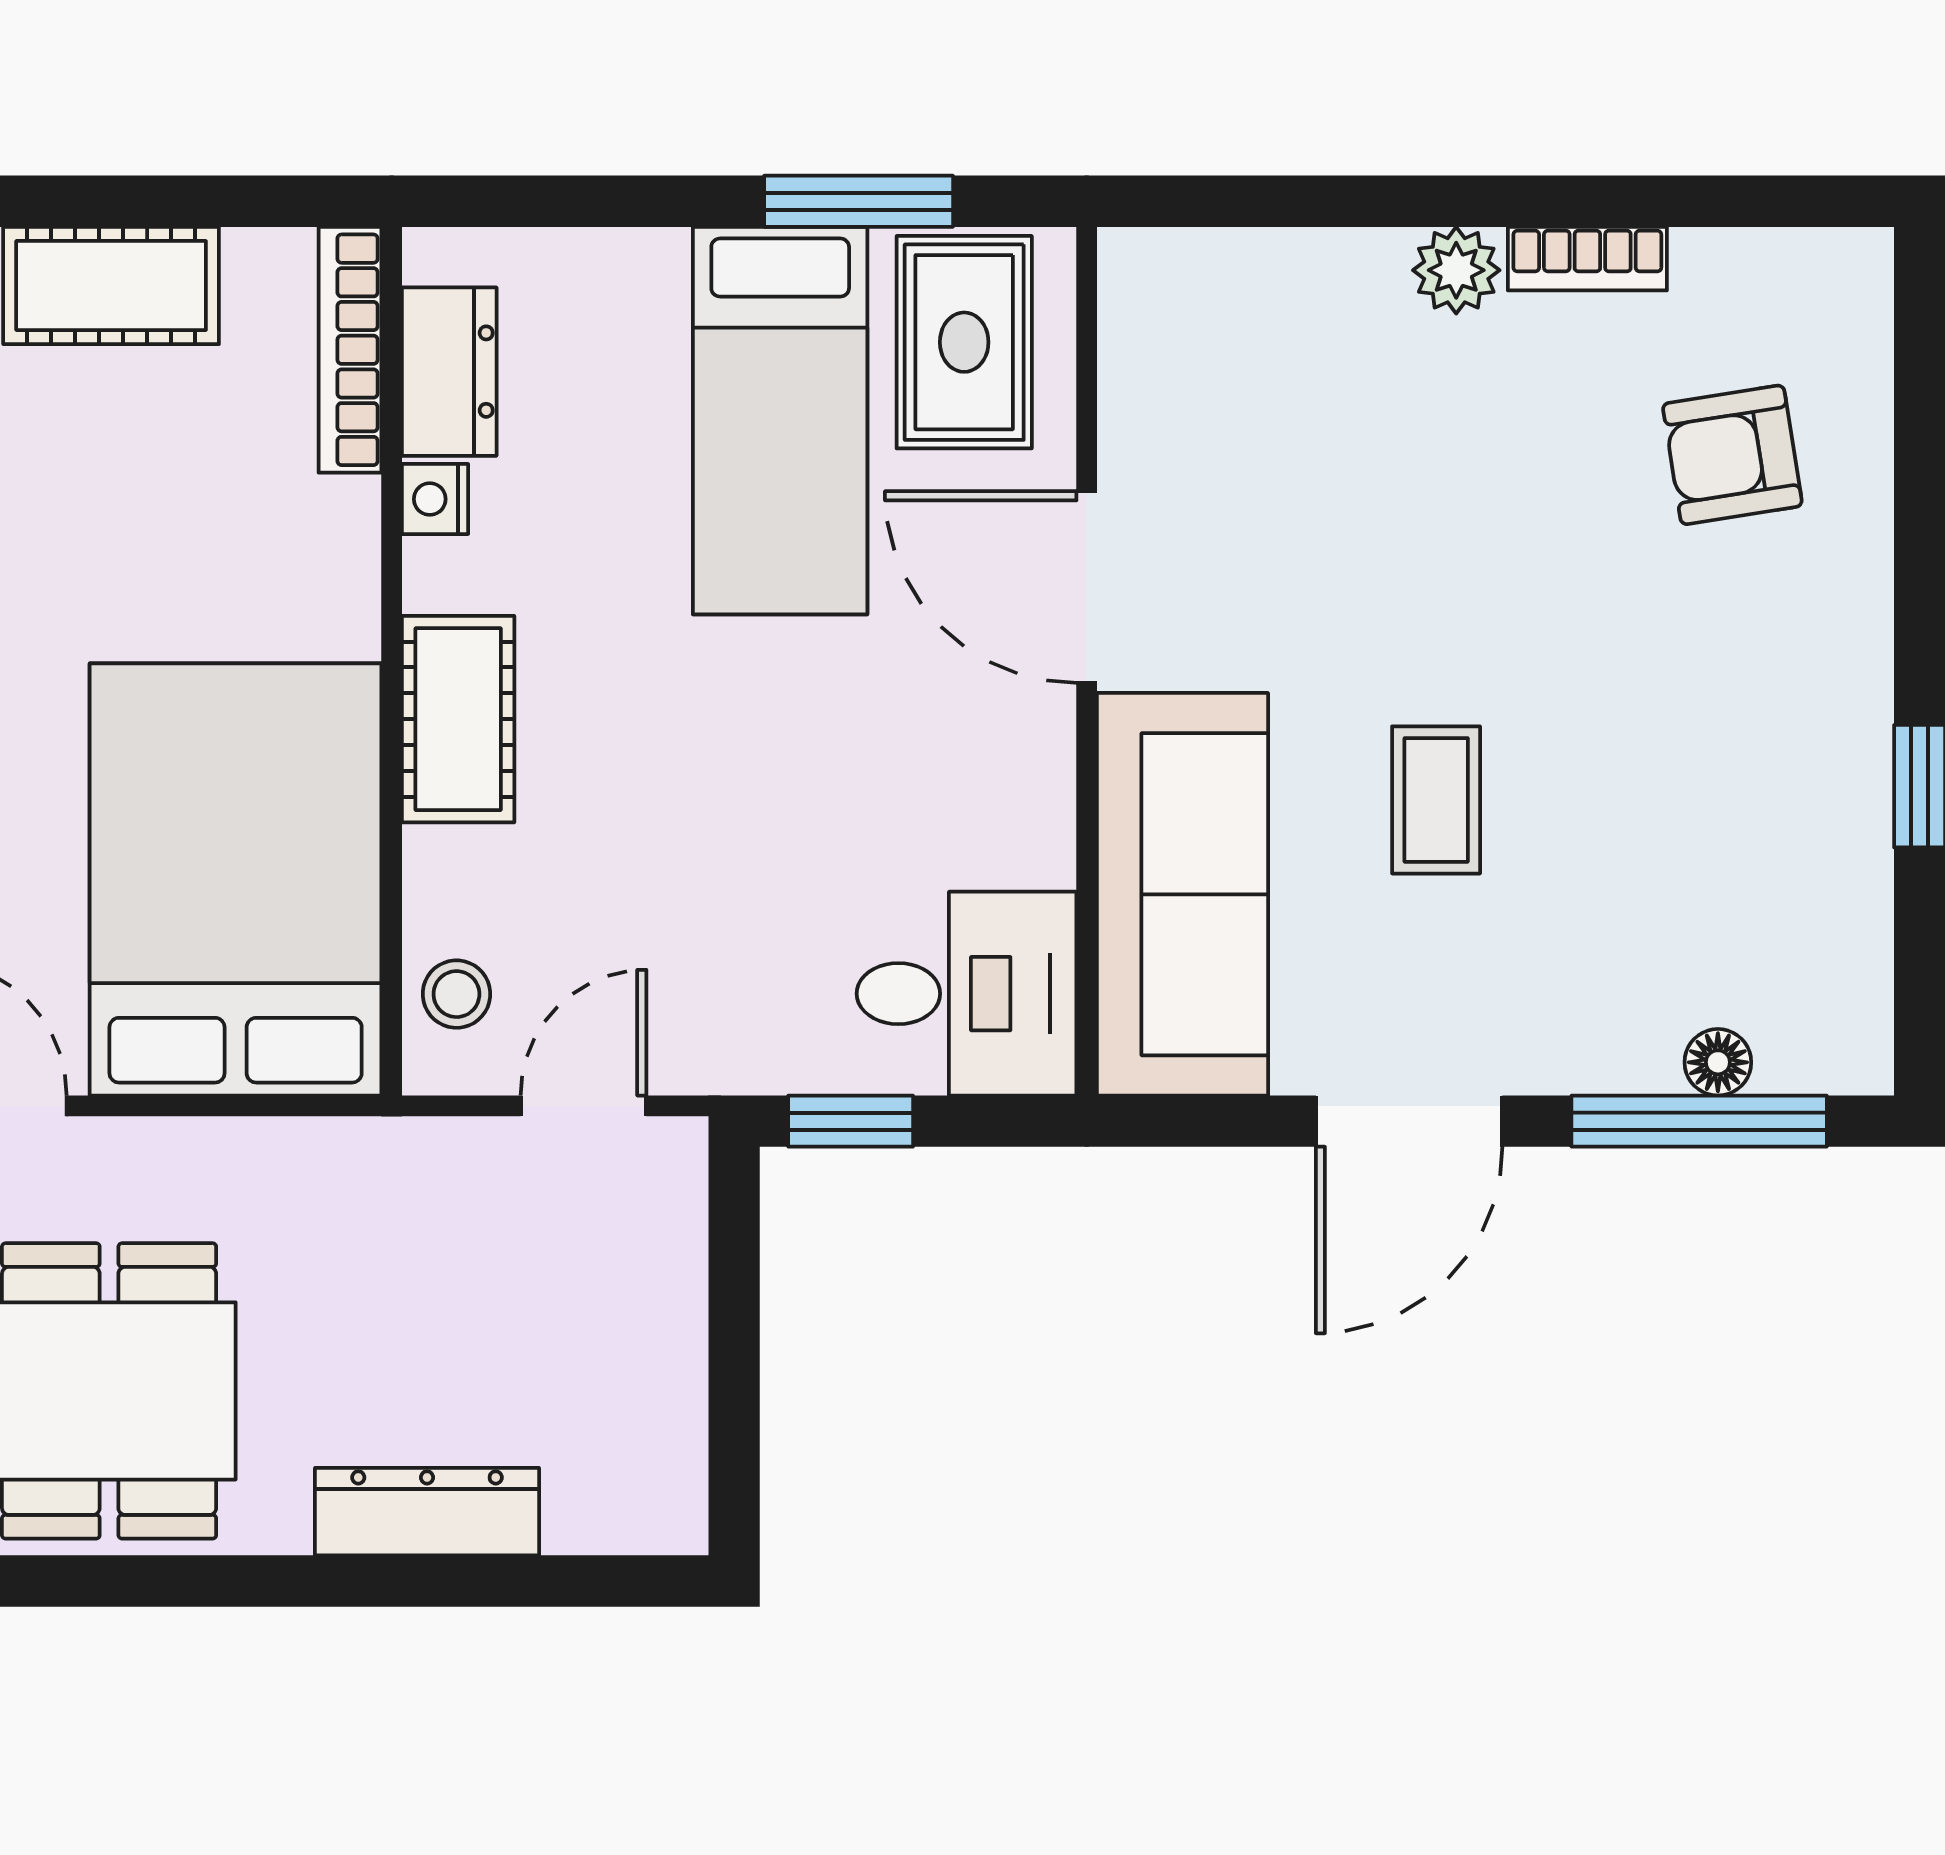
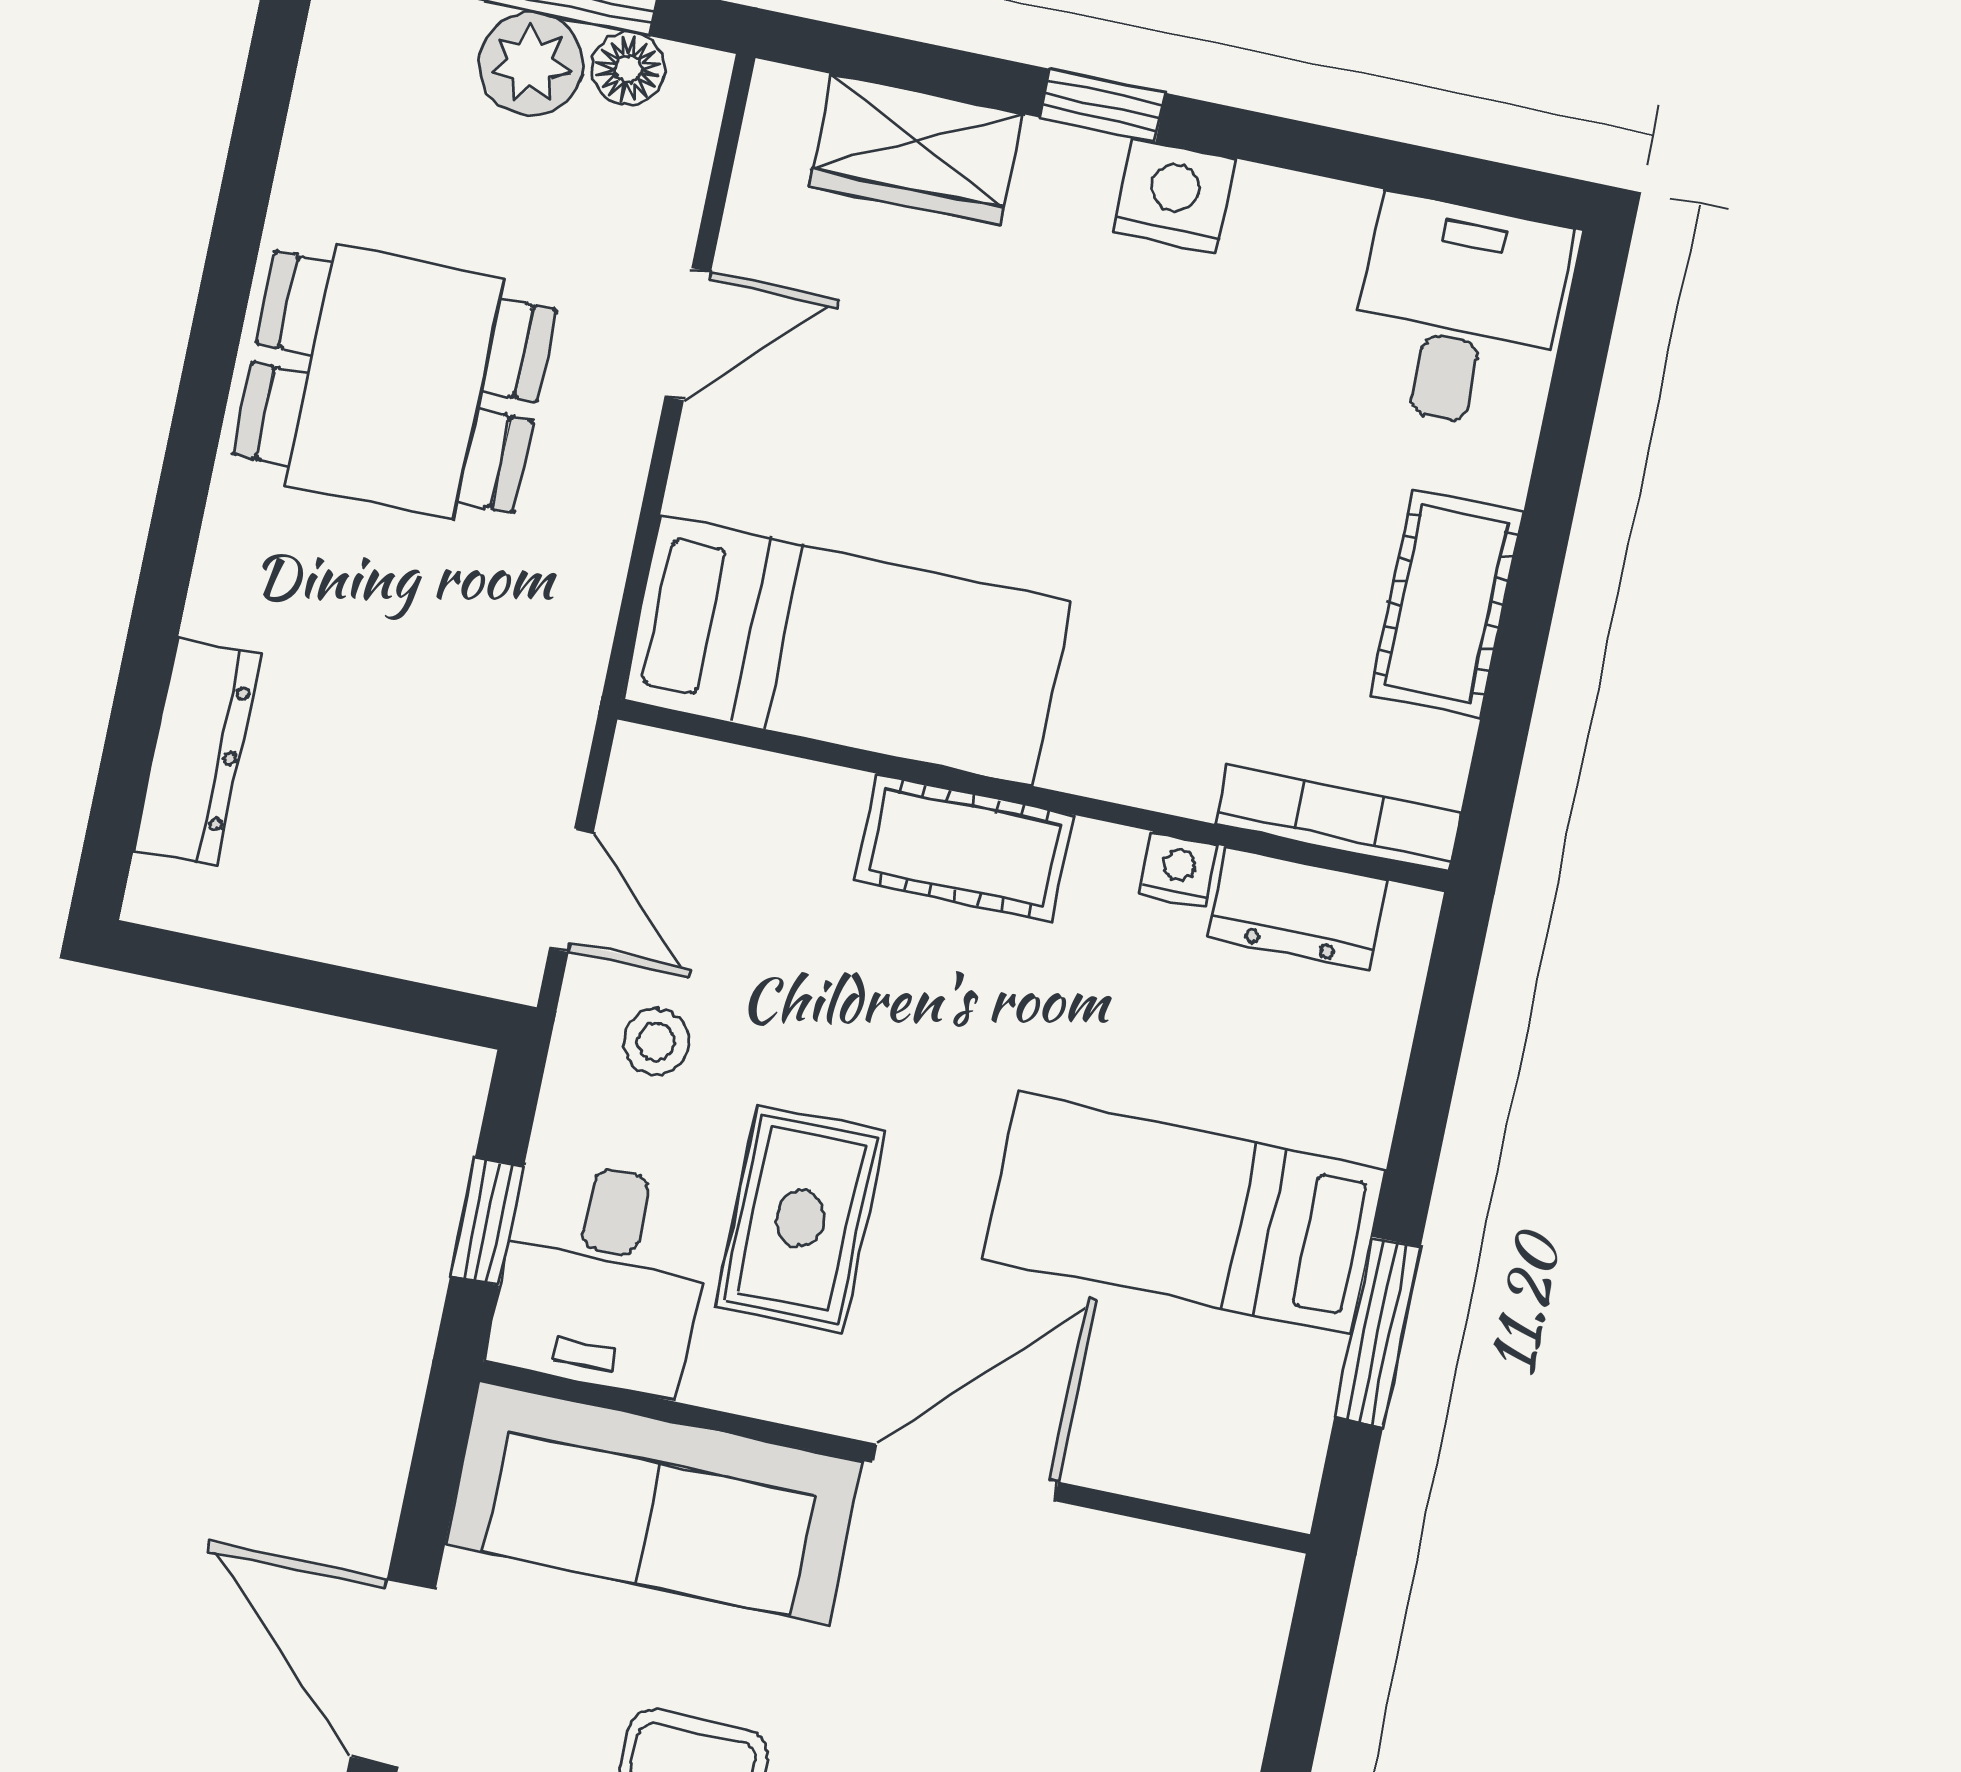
rug: (964, 342) -> (800, 1219), moved, turned 90
bed: (236, 879) -> (846, 650), width x0.67
stool: (456, 994) -> (656, 1042), moved
window: (851, 1121) -> (487, 1221), moved
dresser: (427, 1512) -> (197, 752), moved

